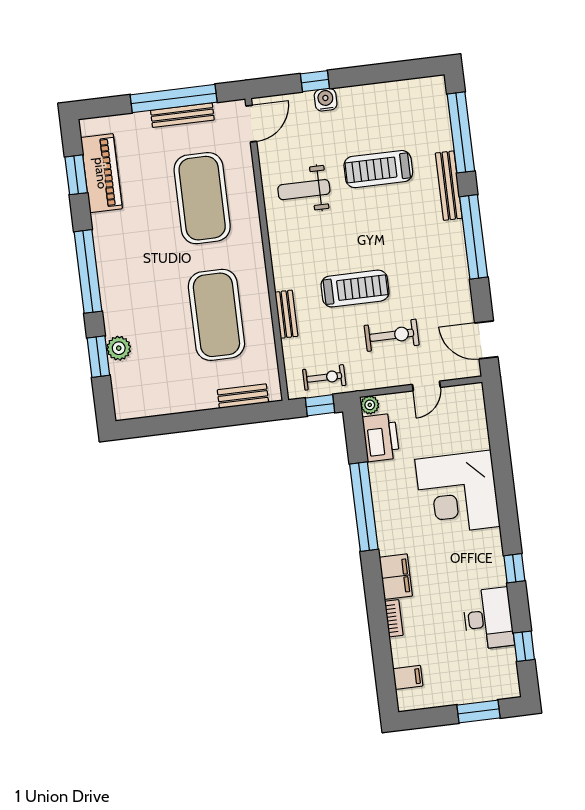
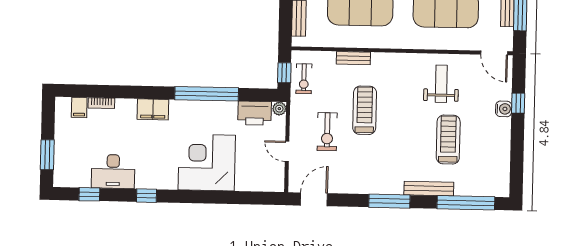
window: (474, 237) -> (389, 201), width x0.68
treadmill: (355, 289) -> (365, 110), turned 180
bookcase: (394, 618) -> (101, 103), moved

